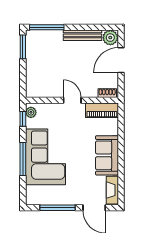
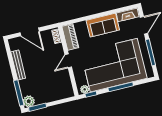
plant: (110, 38) -> (29, 101), moved
corner sofa: (46, 157) -> (114, 65), width x1.36, depth x1.36

